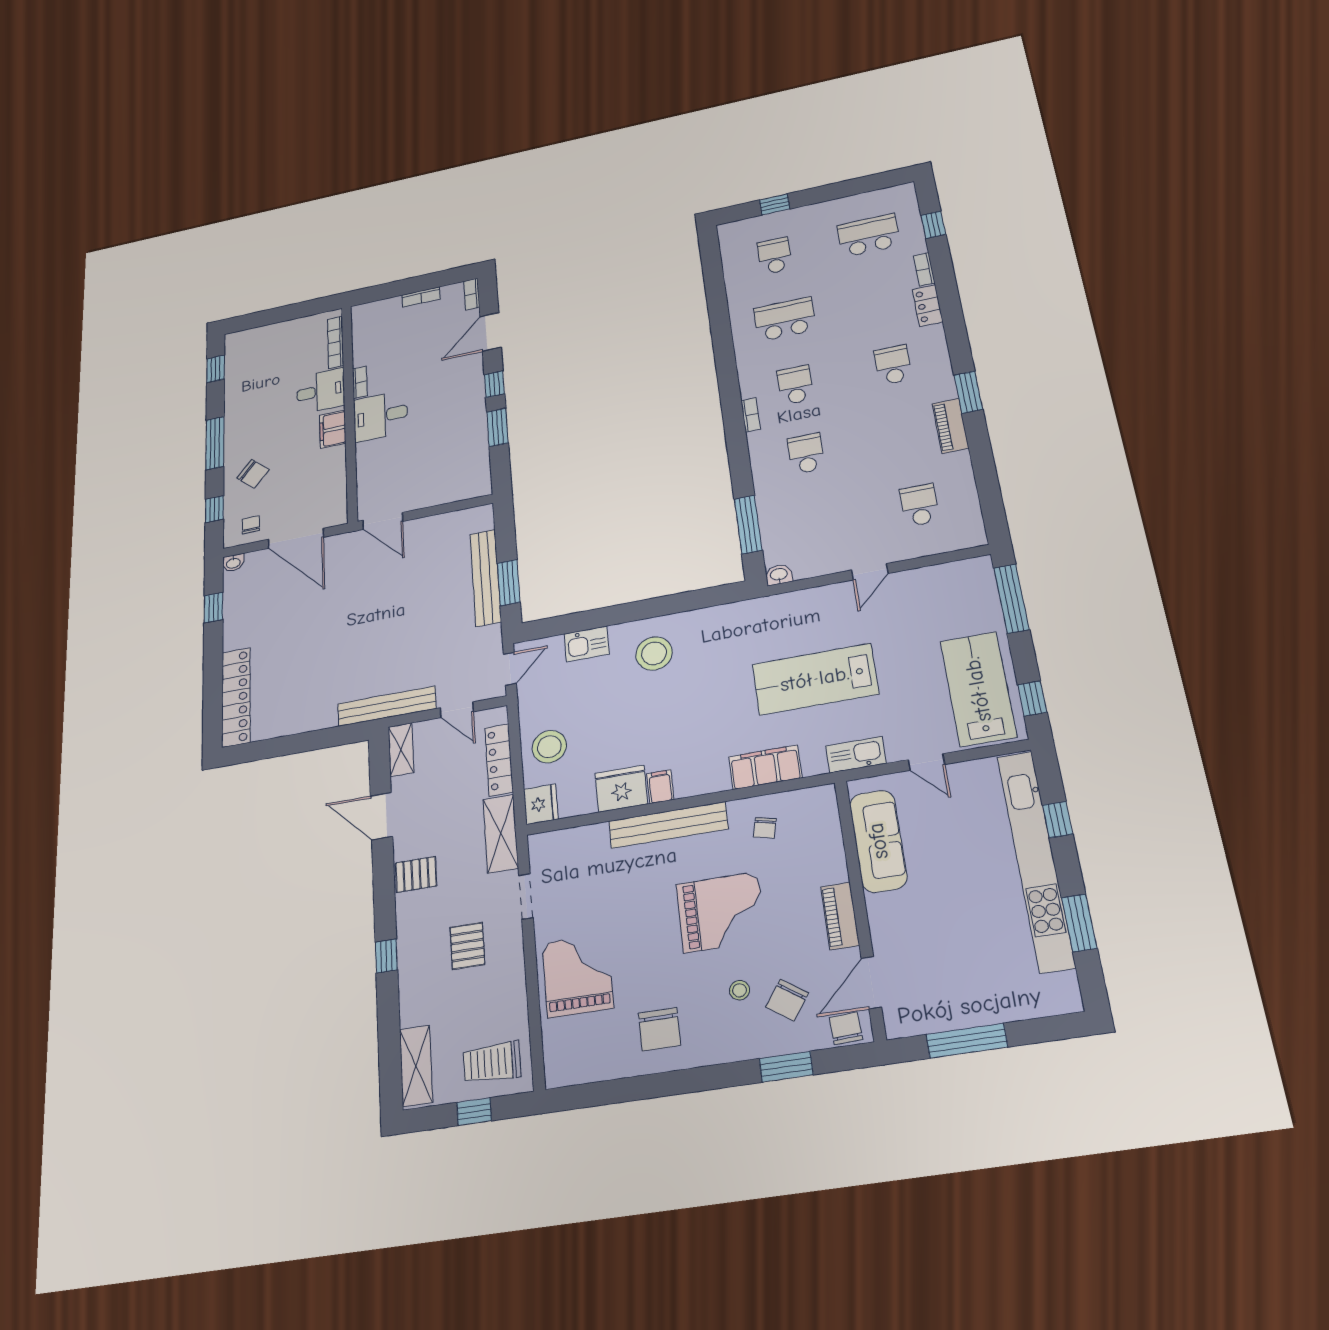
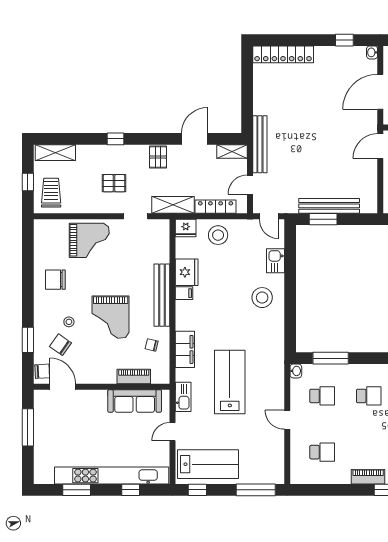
school desk: (817, 525) -> (322, 396), added
piano: (840, 916) -> (134, 376), moved

